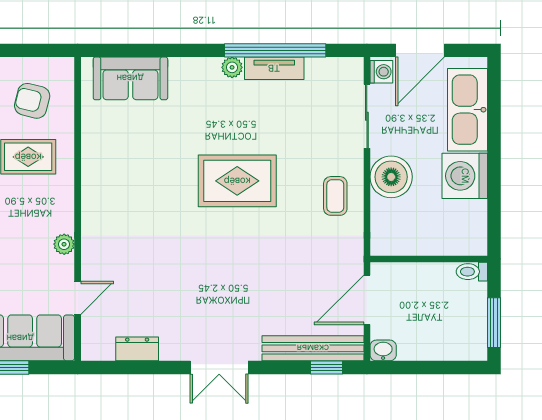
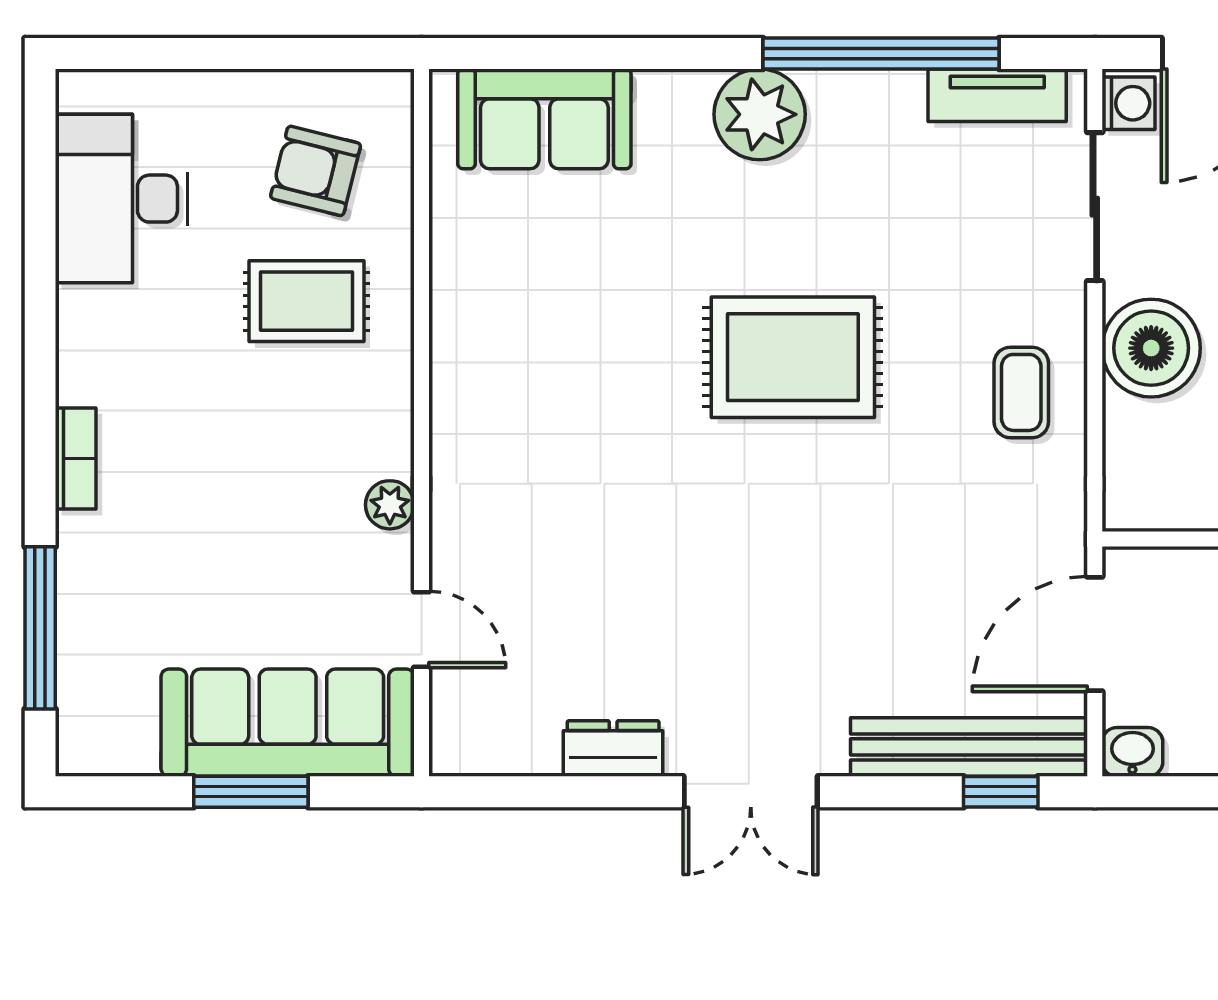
plant: (232, 67) -> (760, 114), width x1.88, depth x1.88
tv unit: (274, 68) -> (997, 95), moved
door: (78, 298) -> (421, 630), hinge flipped
dresser: (137, 349) -> (613, 749), moved

